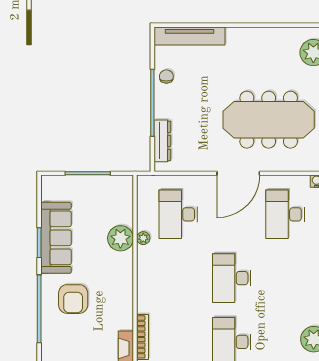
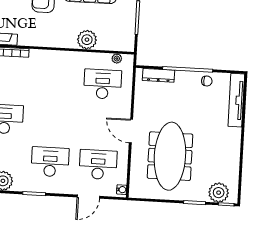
door: (238, 173) -> (131, 131), width x0.73
plant: (143, 238) -> (117, 59), moved
desk: (232, 278) -> (50, 162), moved

